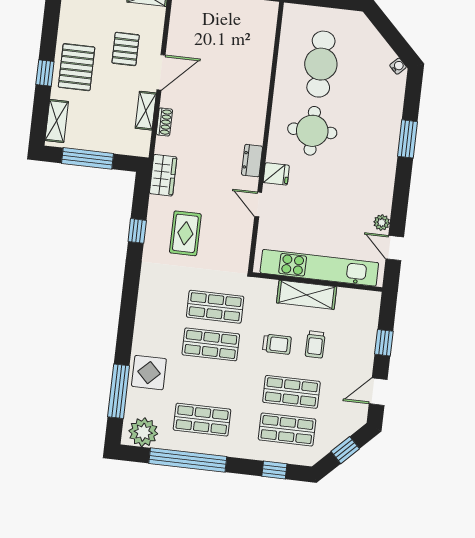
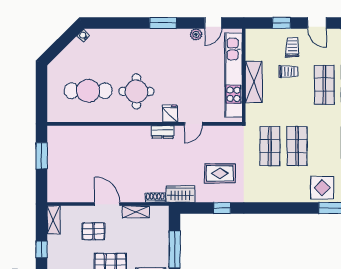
shoe rack: (164, 122) -> (155, 198), moved
window: (407, 139) -> (163, 23), moved
trolley: (277, 344) -> (292, 47), moved

